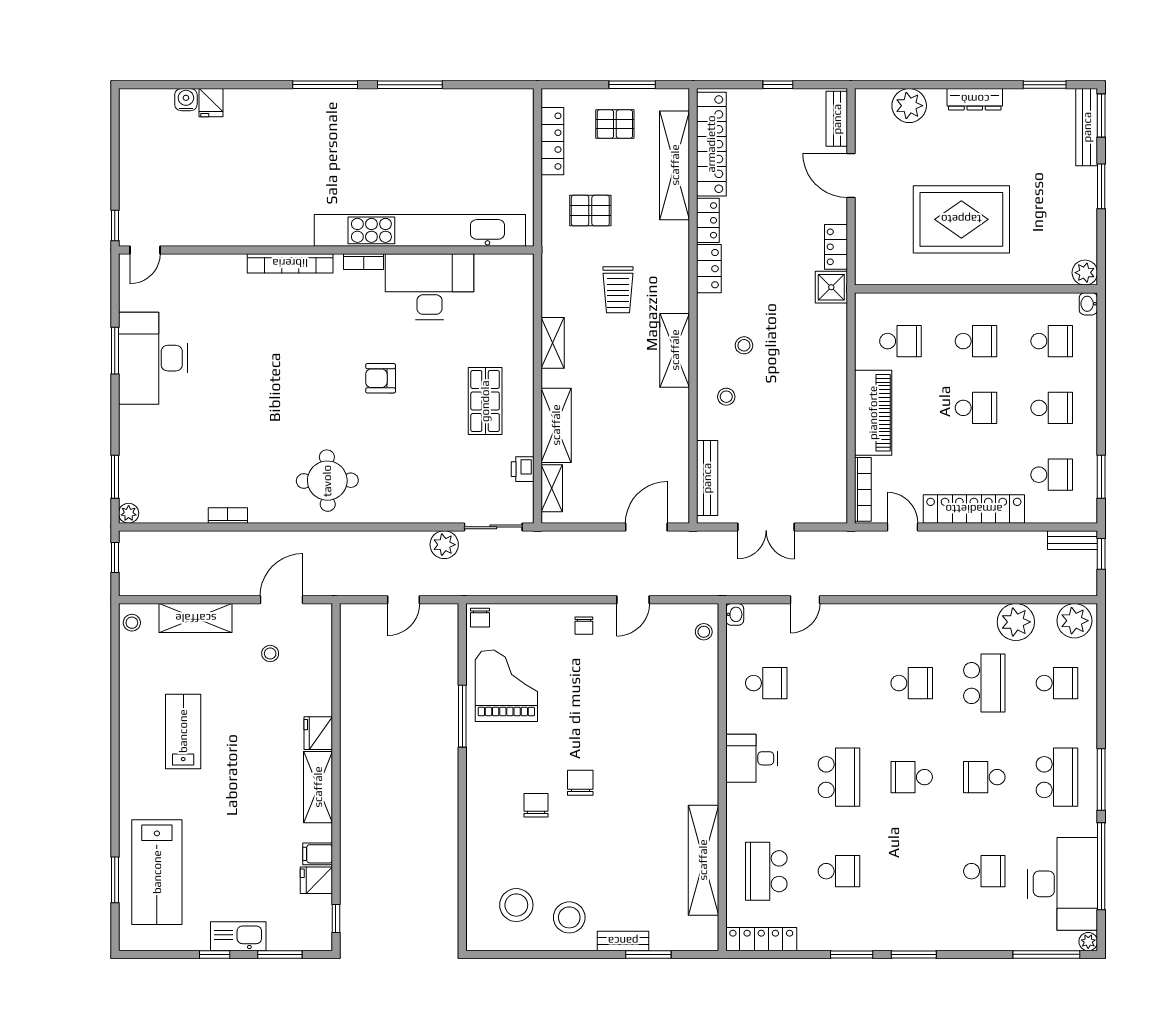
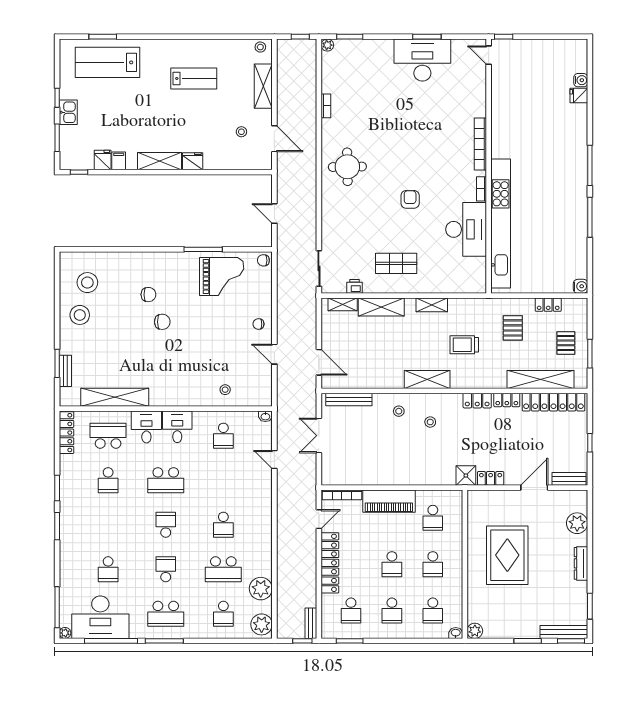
water cooler: (522, 100) -> (581, 286), added
locker: (552, 141) -> (548, 305), width x0.66
plant: (444, 545) -> (308, 238), removed
stool: (704, 632) -> (225, 390), moved
desk: (752, 809) -> (146, 427), added
kitchen sink: (238, 936) -> (68, 112), width x0.73
bench: (623, 941) -> (65, 371), moved

